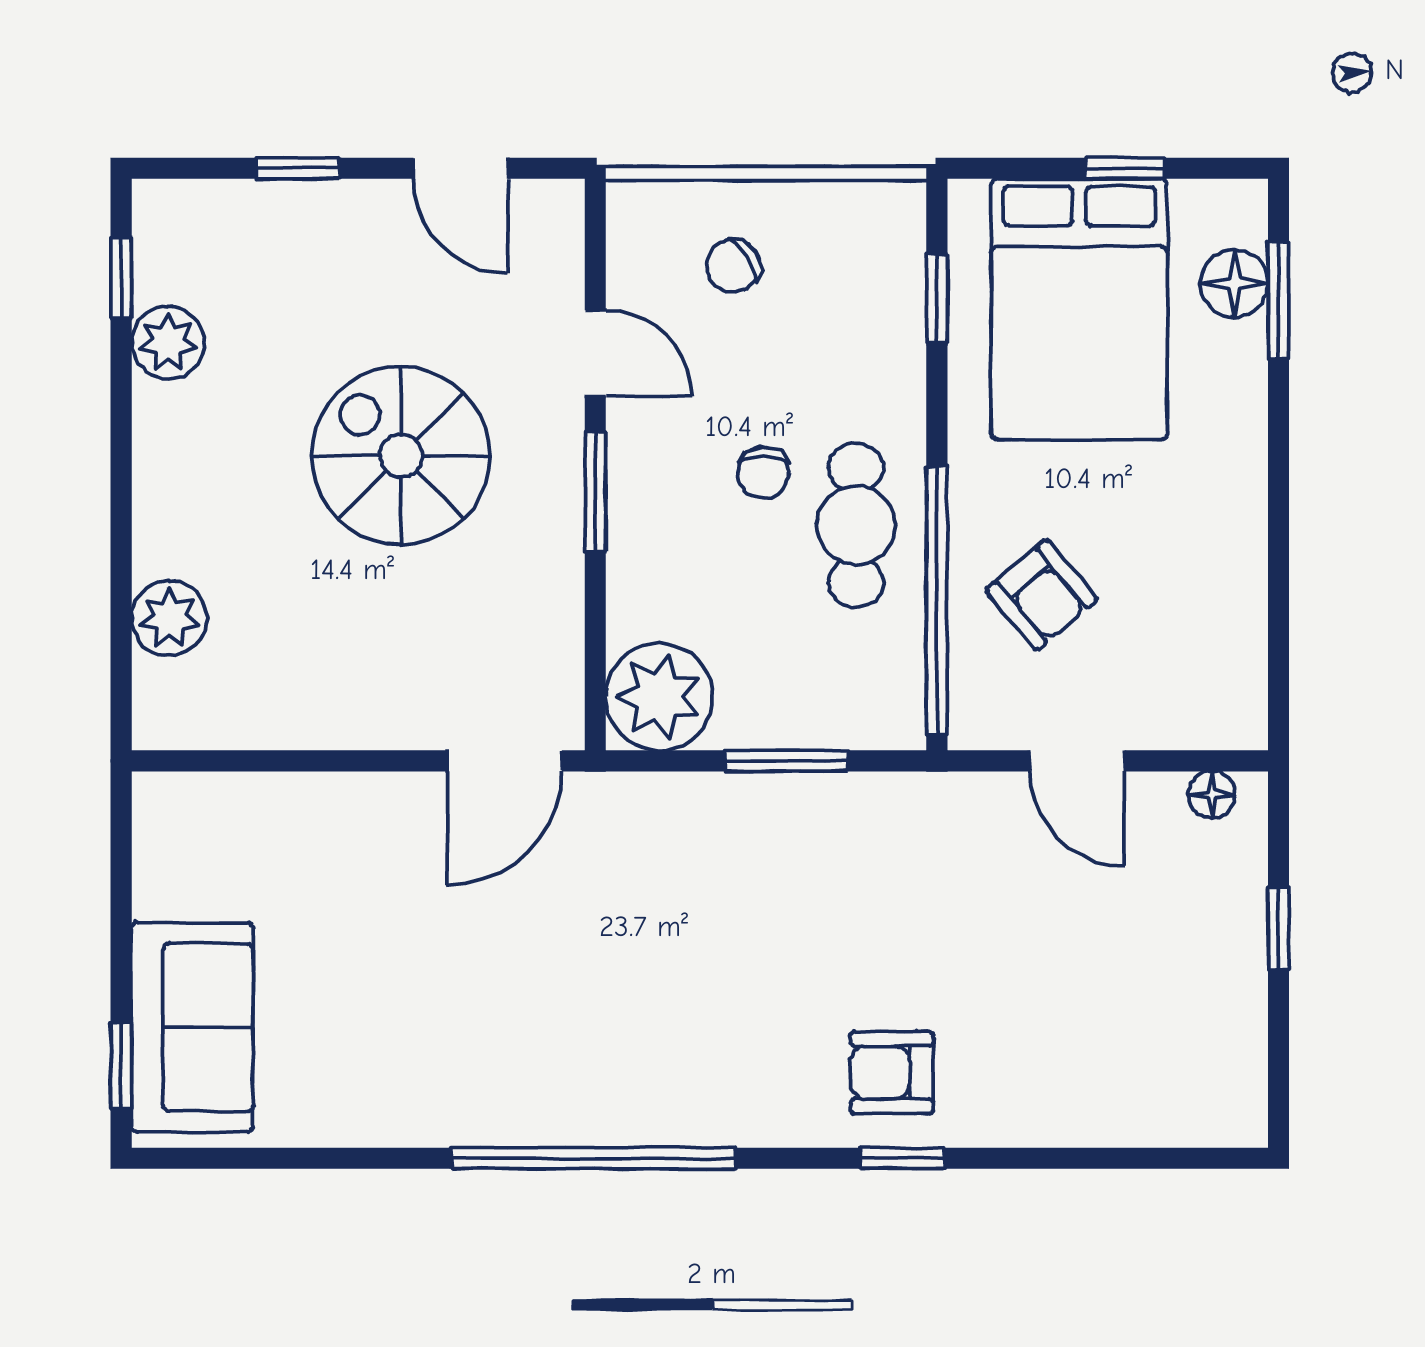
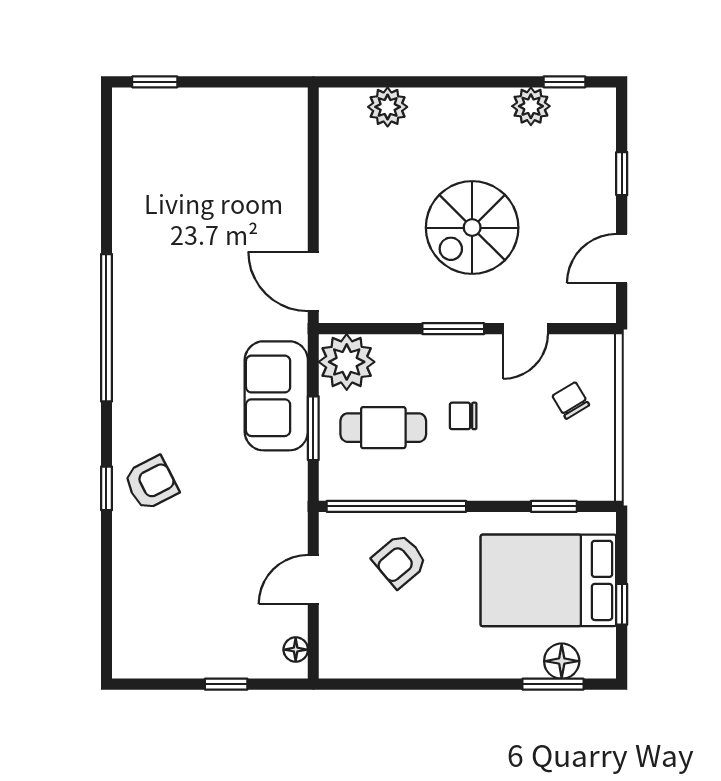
spiral stairs: (401, 456) -> (472, 228), turned 180
cafe table: (856, 525) -> (383, 428), moved
sofa: (192, 1027) -> (276, 396), moved, turned 90
armchair: (892, 1073) -> (151, 483), turned 63

